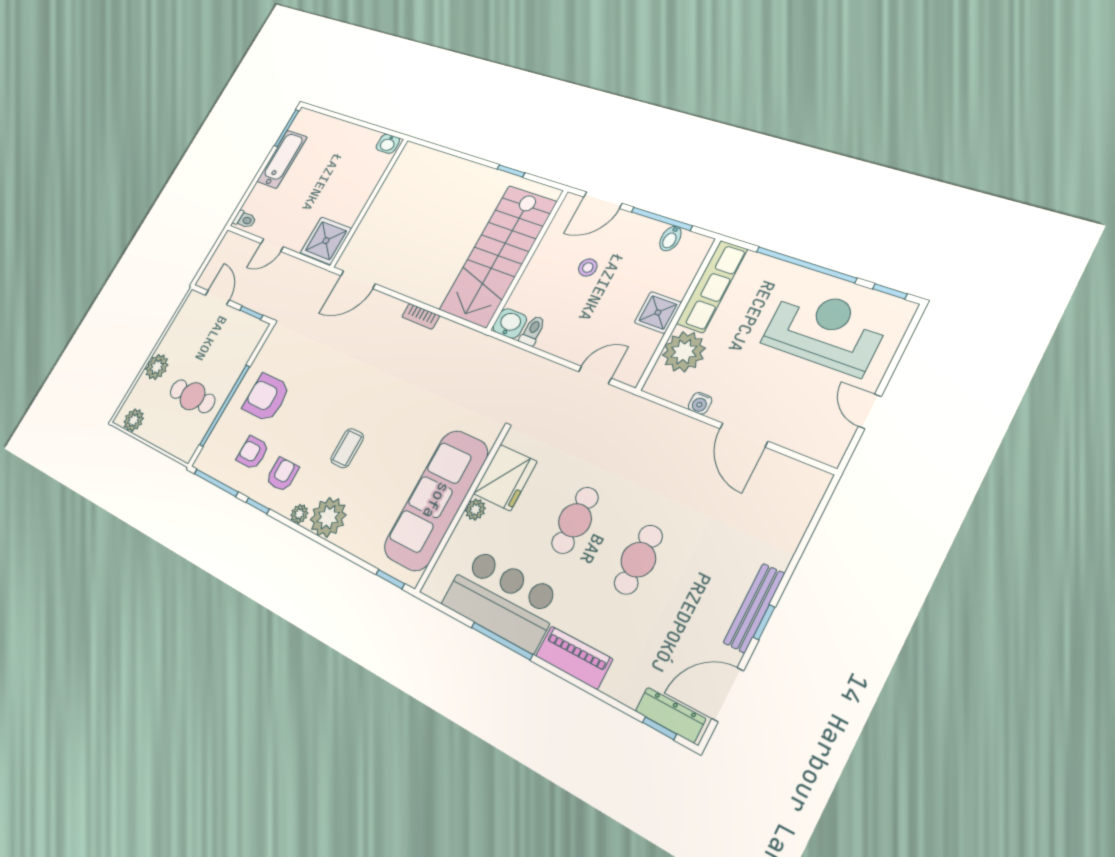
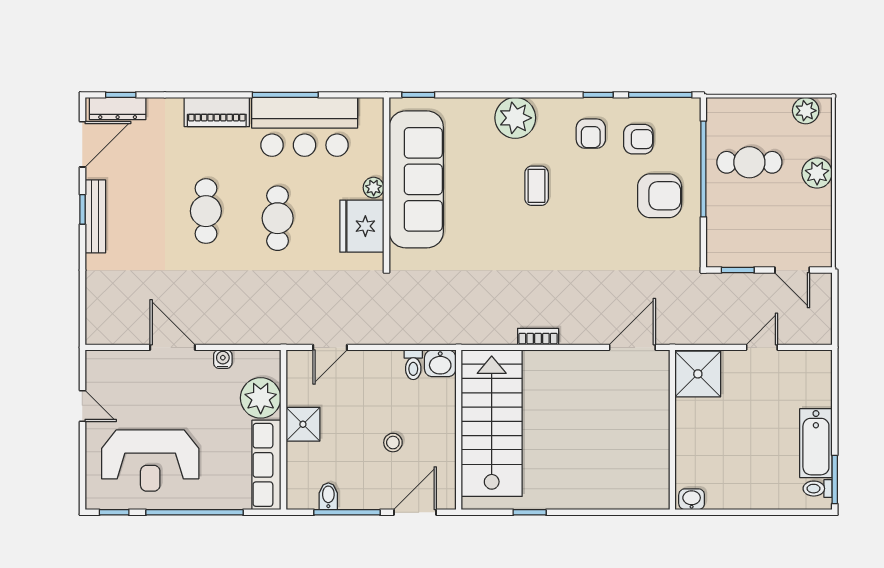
toilet: (245, 220) -> (818, 489), moved
plant: (299, 514) -> (548, 107), removed

